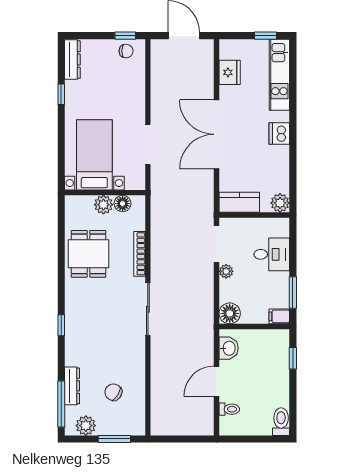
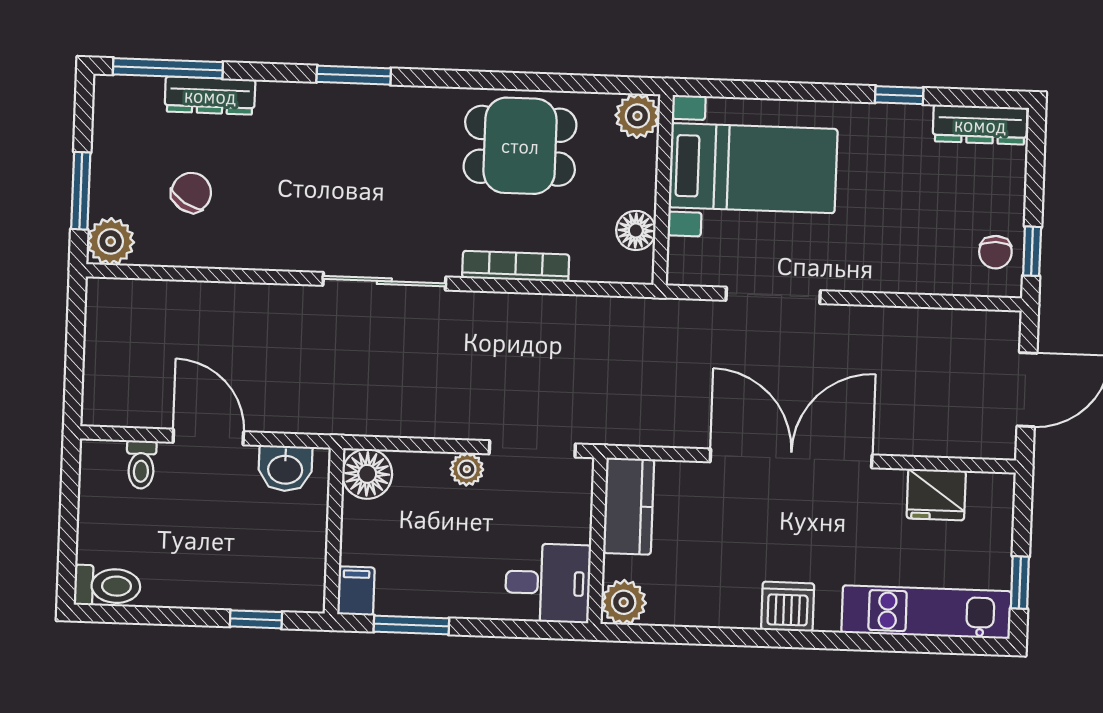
plant: (103, 205) -> (637, 116), moved
desk: (272, 254) -> (548, 583), moved, turned -90
window: (61, 325) -> (354, 75), width x1.50
plant: (86, 426) -> (111, 241), moved

